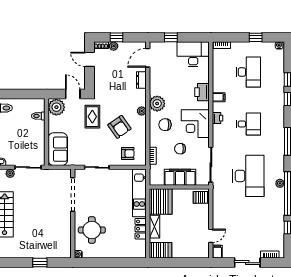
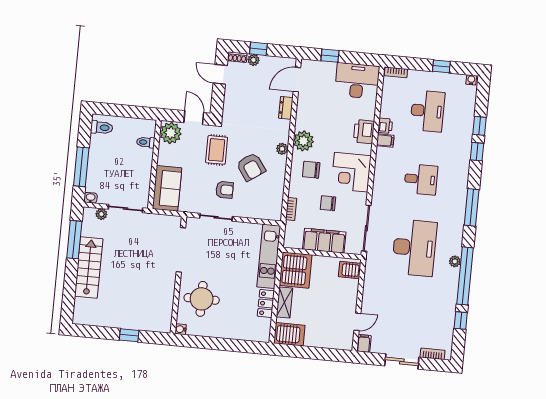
printer: (218, 118) -> (385, 126), moved
armchair: (128, 154) -> (225, 190), moved

